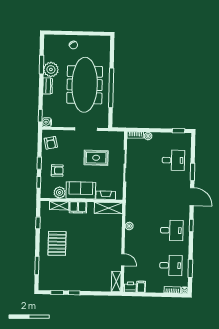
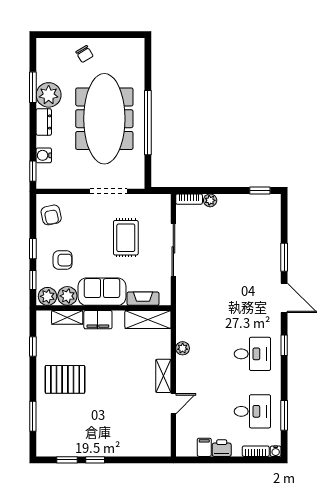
water cooler: (47, 122) -> (44, 155), moved
rug: (96, 158) -> (126, 238), turned 90
desk: (173, 160) -> (252, 239), removed
plant: (47, 192) -> (47, 296), added
pallet: (57, 243) -> (65, 379), turned 90
door: (123, 260) -> (173, 404), hinge flipped
shelving: (116, 282) -> (163, 376), moved
printer: (130, 287) -> (222, 448), moved

